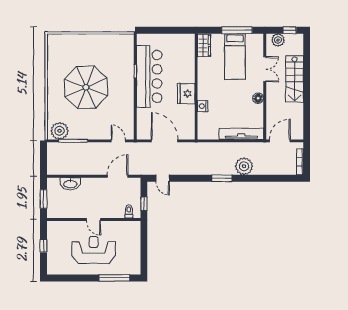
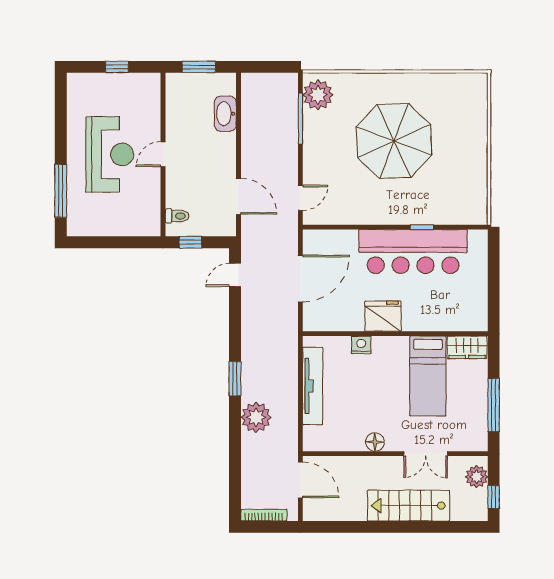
bed: (235, 57) -> (428, 376), moved, turned -90
tv unit: (241, 134) -> (313, 386), moved

